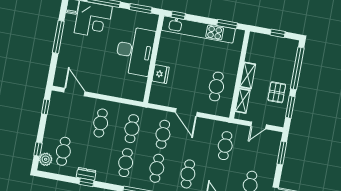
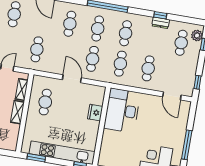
desk: (135, 51) -> (122, 110), moved

